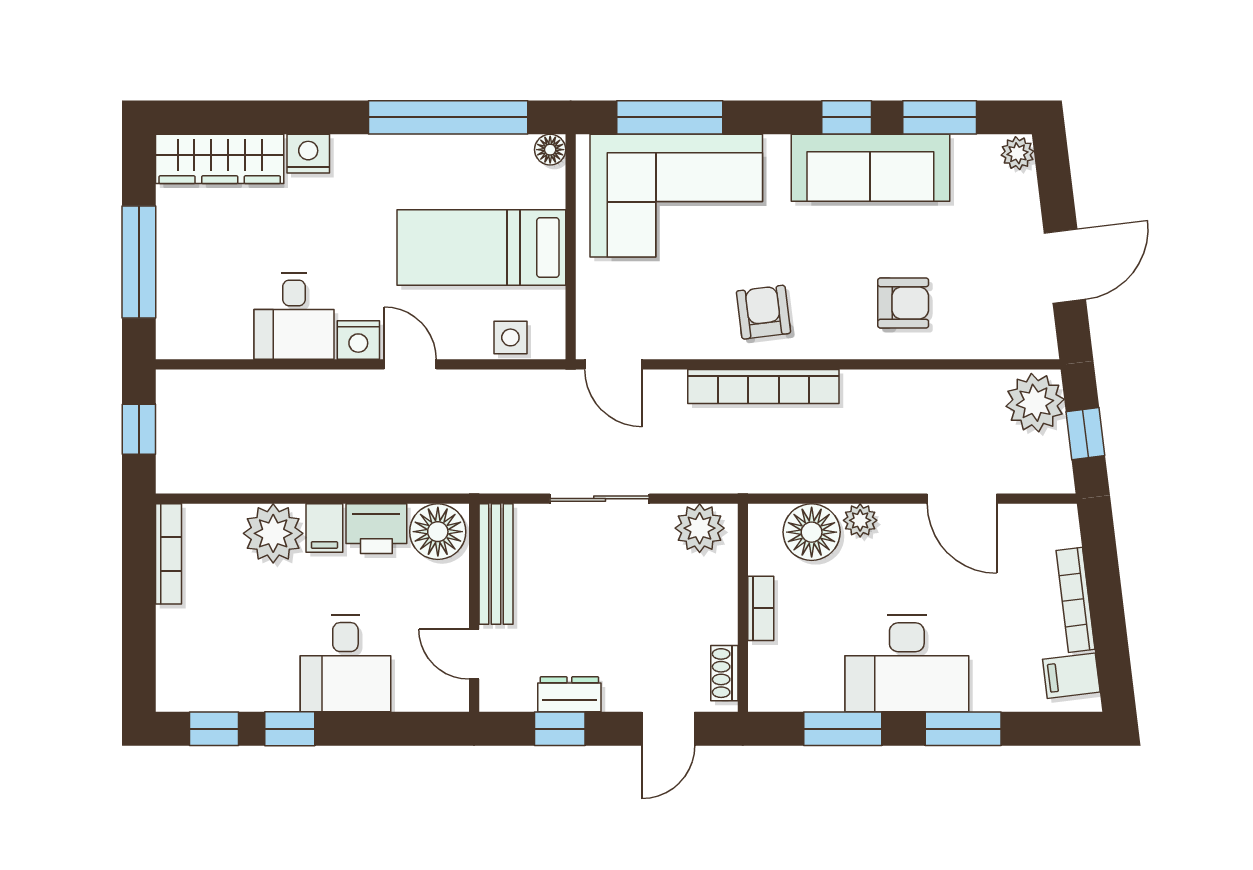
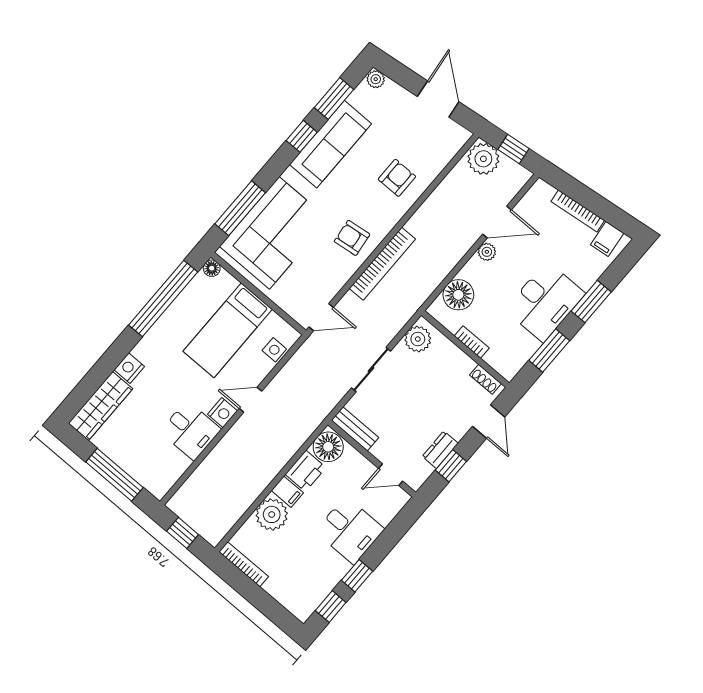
plant: (860, 520) -> (487, 252), moved
bench: (496, 564) -> (355, 429), width x0.73

